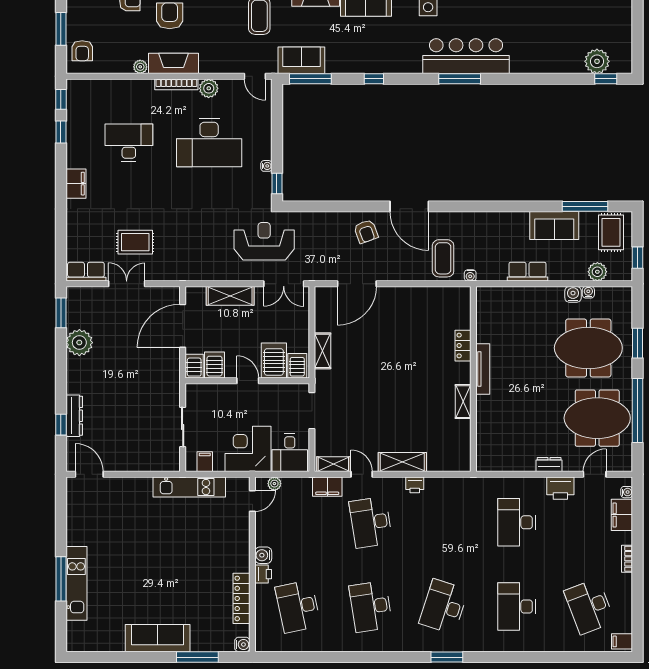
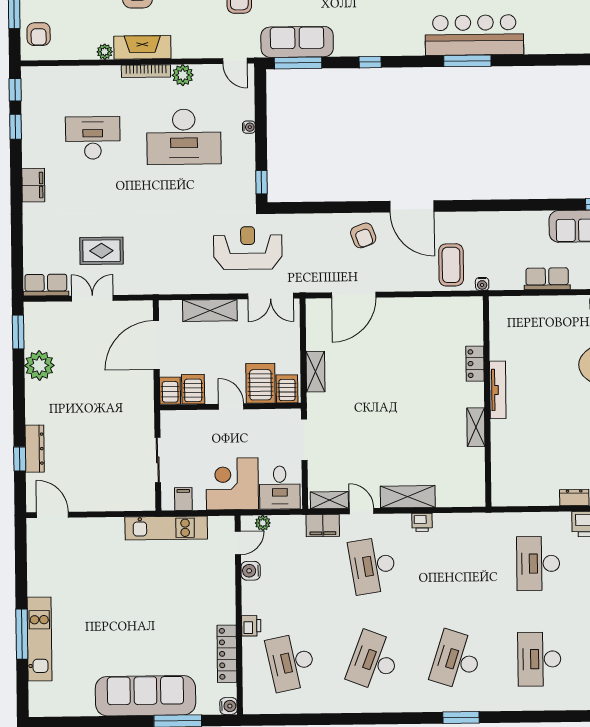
sofa: (301, 60) -> (297, 42), width x1.36
water cooler: (266, 166) -> (249, 127), moved
water cooler: (263, 555) -> (251, 571), moved
desk: (371, 607) -> (374, 661), turned 30
sofa: (158, 638) -> (145, 696), width x1.36, depth x1.27

